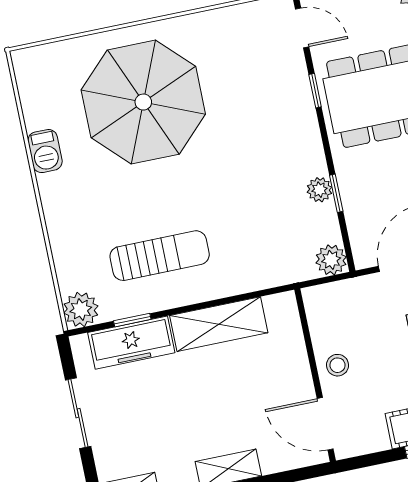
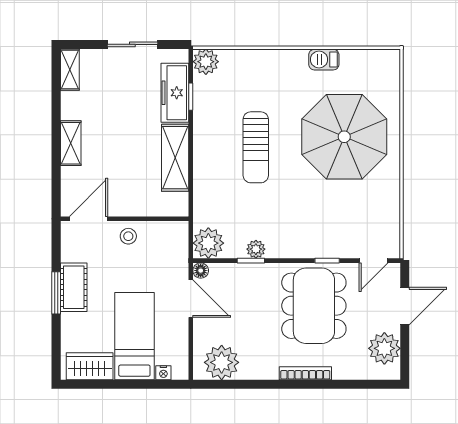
sun lounger: (160, 256) -> (256, 147), moved
floor lamp: (364, 258) -> (201, 271), added
plant: (331, 260) -> (208, 243), width x1.36, depth x1.36

